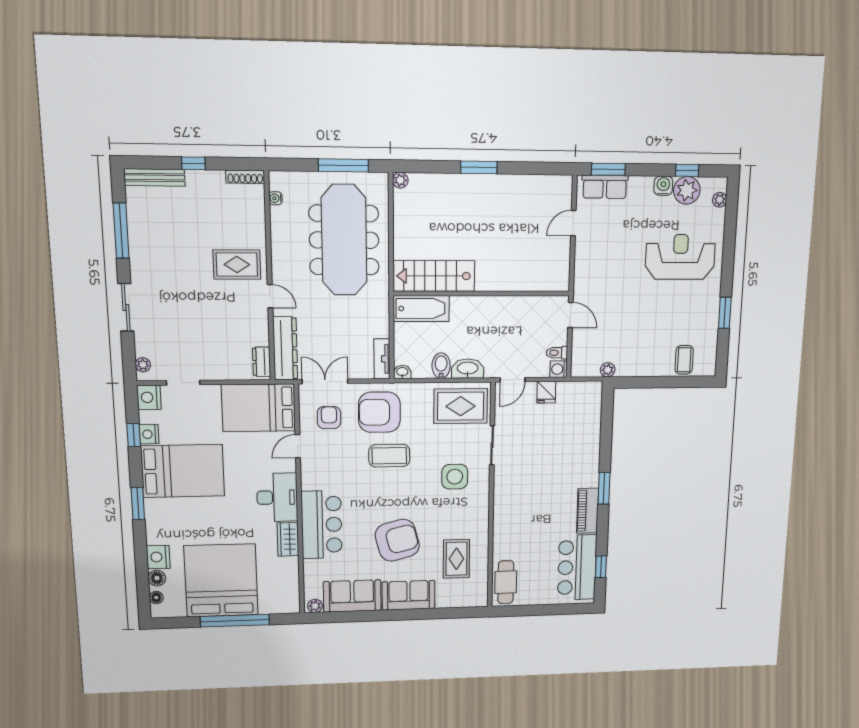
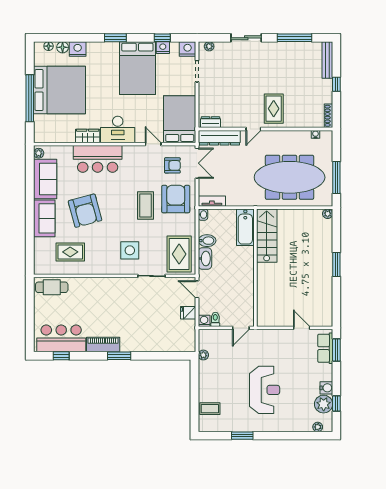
reception desk: (680, 257) -> (265, 390), moved

